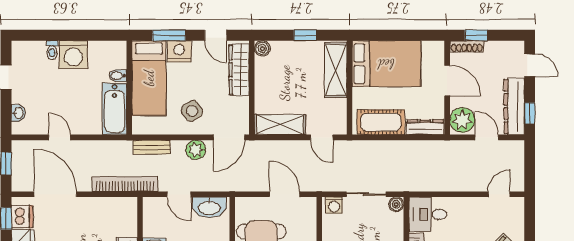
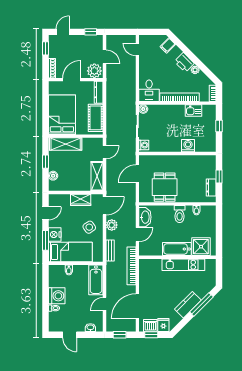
window: (476, 35) -> (45, 48), moved
boiler: (262, 48) -> (53, 176), moved
wardrobe: (239, 70) -> (81, 200), moved, width x0.67
dresser: (514, 106) -> (87, 41), removed
bathtub: (114, 109) -> (96, 280), moved, turned 90
door: (229, 137) -> (105, 206), hinge flipped
door: (487, 137) -> (105, 57), swing flipped

